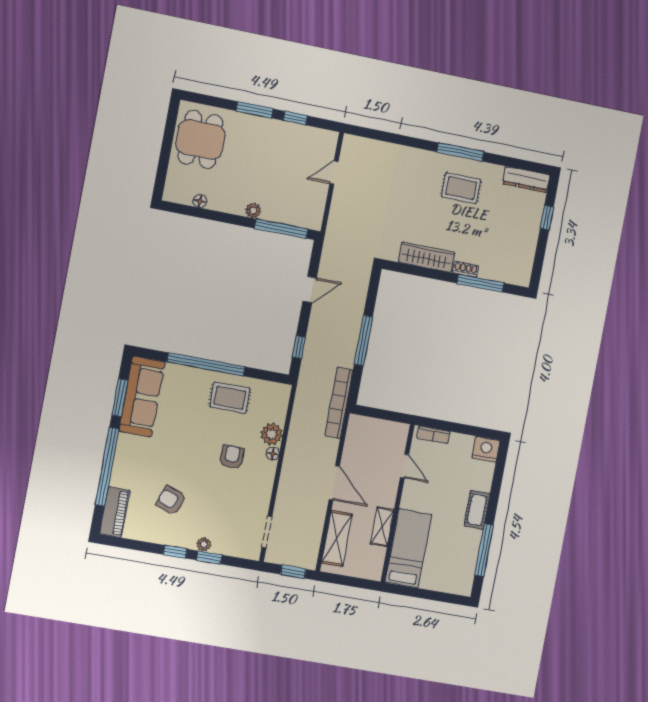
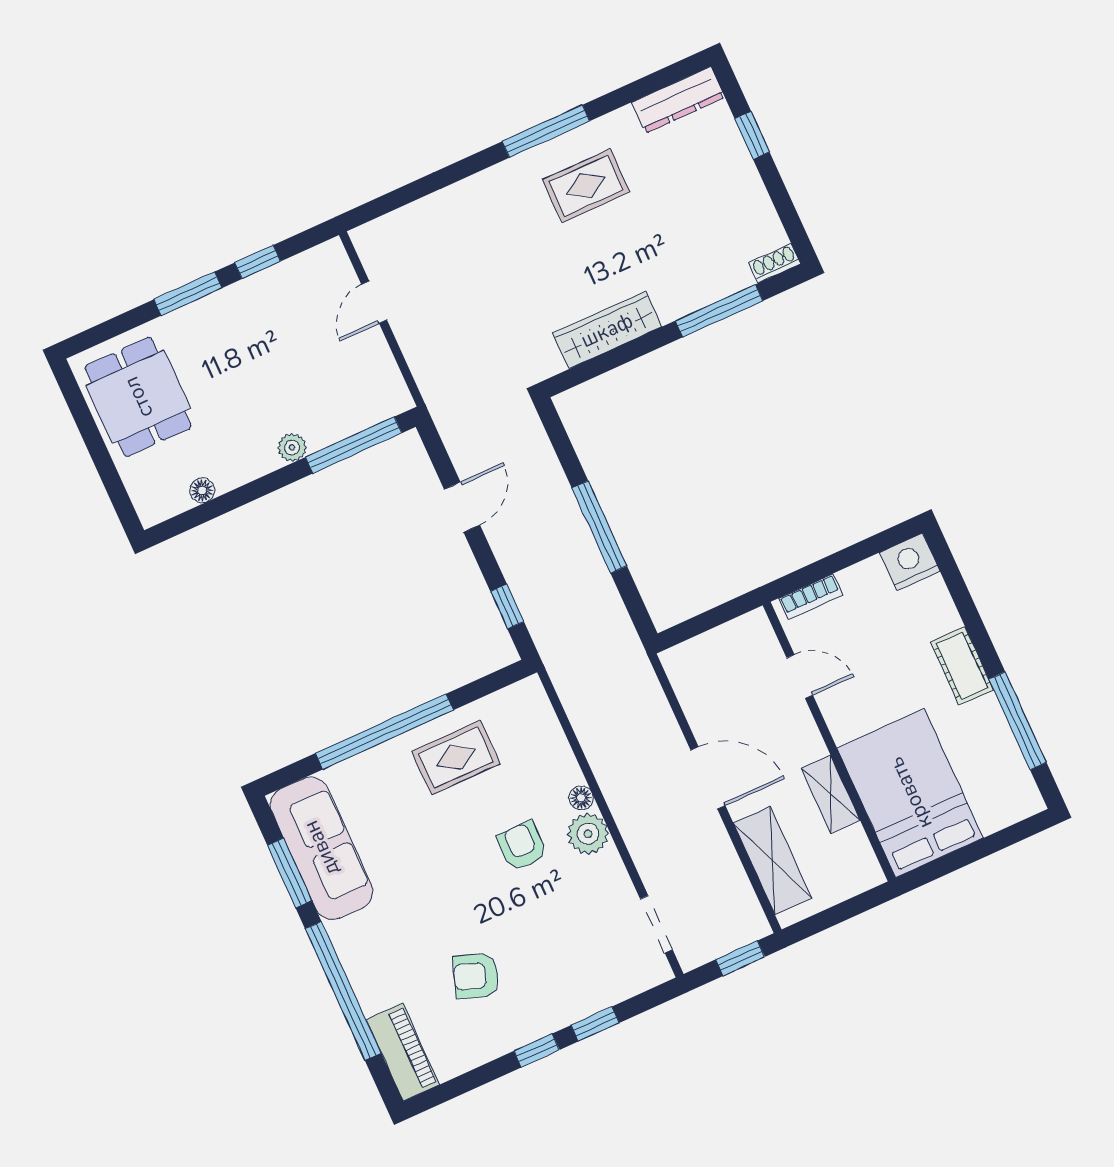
shoe rack: (466, 269) -> (775, 263), moved
bookcase: (339, 403) -> (629, 649), removed
plant: (272, 434) -> (588, 834), moved
plant: (204, 544) -> (573, 1009), removed
bed: (408, 548) -> (910, 793), width x1.50

